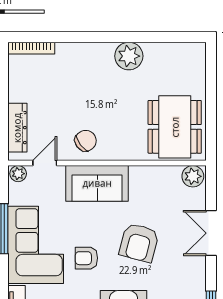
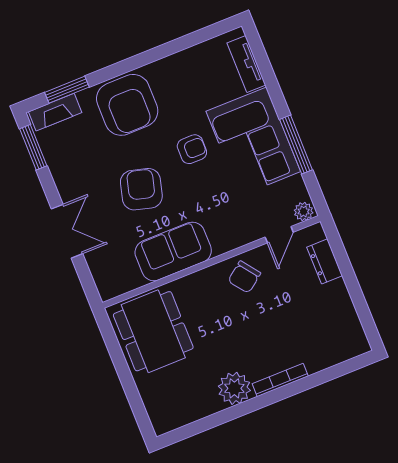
bookcase: (31, 48) -> (280, 380), moved
dresser: (17, 128) -> (325, 261), width x0.70
plant: (193, 176) -> (112, 285), removed
sofa: (97, 183) -> (173, 251), moved

